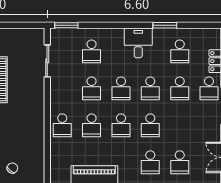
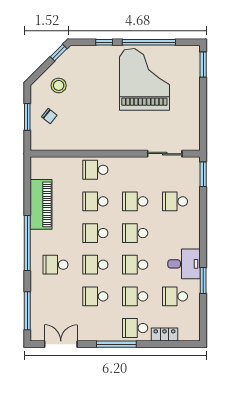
desk: (138, 43) -> (184, 264), moved
school desk: (180, 162) -> (95, 296), moved

